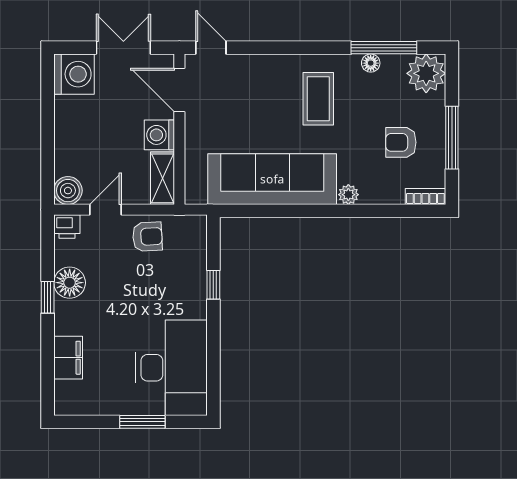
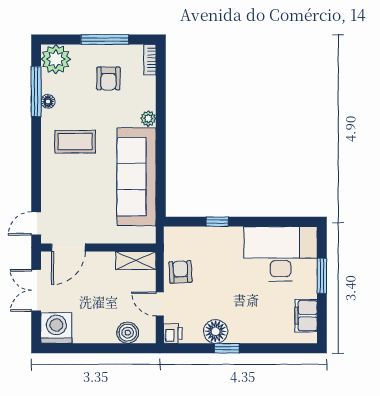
washing machine: (159, 135) -> (103, 263), removed
boiler: (68, 191) -> (128, 333), moved
filing cabinet: (68, 358) -> (306, 316), moved, turned -90

